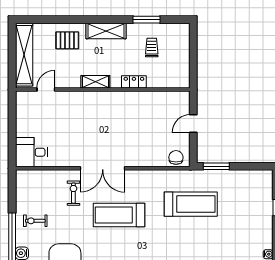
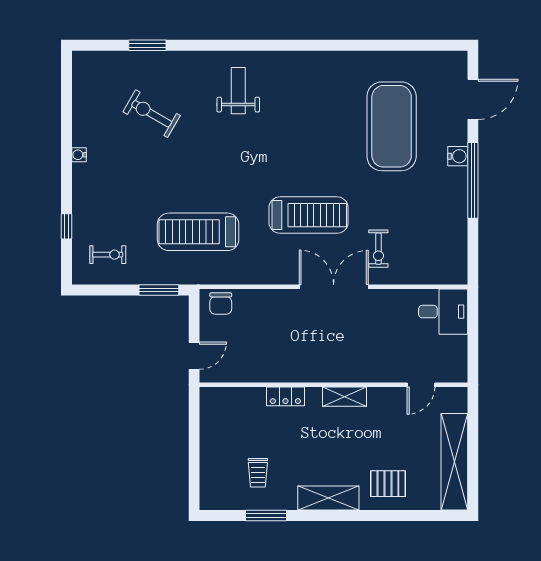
shelving: (95, 82) -> (345, 397), moved
locker: (134, 82) -> (285, 396), moved
door: (46, 90) -> (421, 385), moved
wall: (103, 90) -> (334, 385), moved
exercise bike: (35, 221) -> (108, 255), moved

